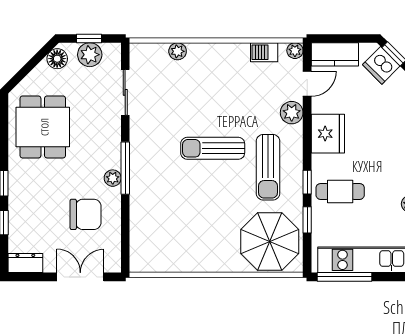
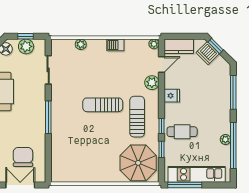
barbecue: (264, 52) -> (115, 45), moved
fridge: (328, 134) -> (172, 96), width x0.53, depth x0.75
sun lounger: (268, 167) -> (137, 117), turned 180
plant: (113, 178) -> (40, 123), removed
chair: (86, 214) -> (23, 157), moved, turned -90

